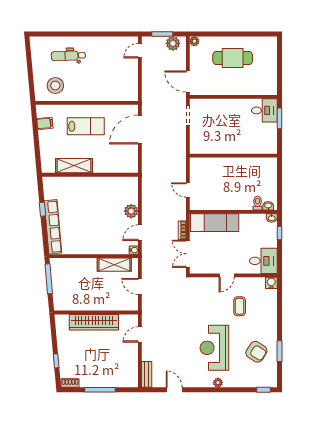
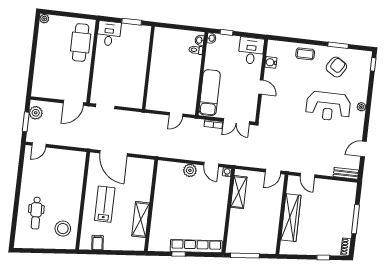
plant: (194, 41) -> (44, 19), moved
door: (140, 51) -> (39, 145), hinge flipped
cafe table: (233, 58) -> (81, 42), moved
window: (279, 118) -> (132, 22), moved
water cooler: (271, 283) -> (271, 62), moved
door: (140, 286) -> (273, 171), moved
coffee table: (240, 306) -> (305, 54), moved

